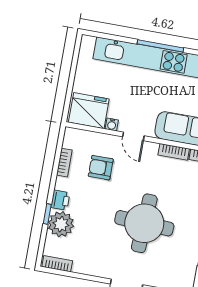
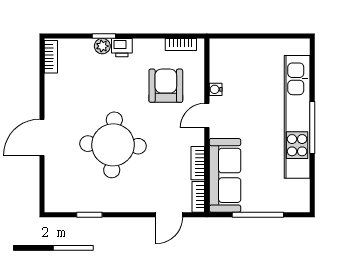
fridge: (89, 111) -> (226, 61), removed
bookcase: (64, 163) -> (181, 44), moved
armchair: (101, 168) -> (166, 86), width x1.38, depth x1.38
plant: (61, 224) -> (102, 46), width x0.53, depth x0.53

